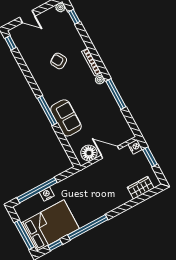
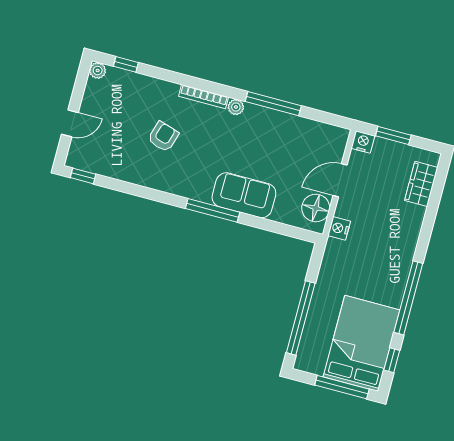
armchair: (59, 61) -> (163, 137), turned 138
nightstand: (47, 194) -> (339, 228), moved

